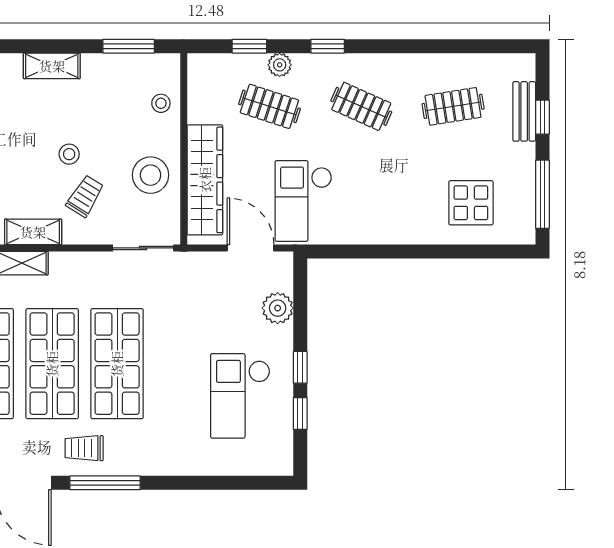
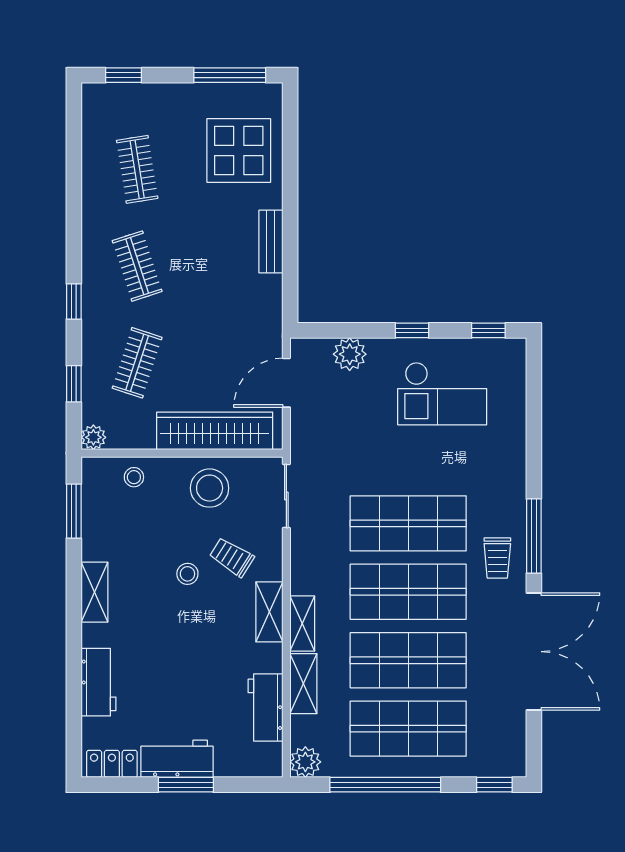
plant: (280, 65) -> (93, 437), moved
clothes rail: (361, 106) -> (137, 266), turned -42
bench: (524, 111) -> (271, 242), moved, turned 90
window: (542, 117) -> (124, 75), moved
checkout: (303, 201) -> (237, 327), removed
display table: (471, 203) -> (239, 150), width x1.36, depth x1.36
window: (300, 413) -> (488, 330), moved

